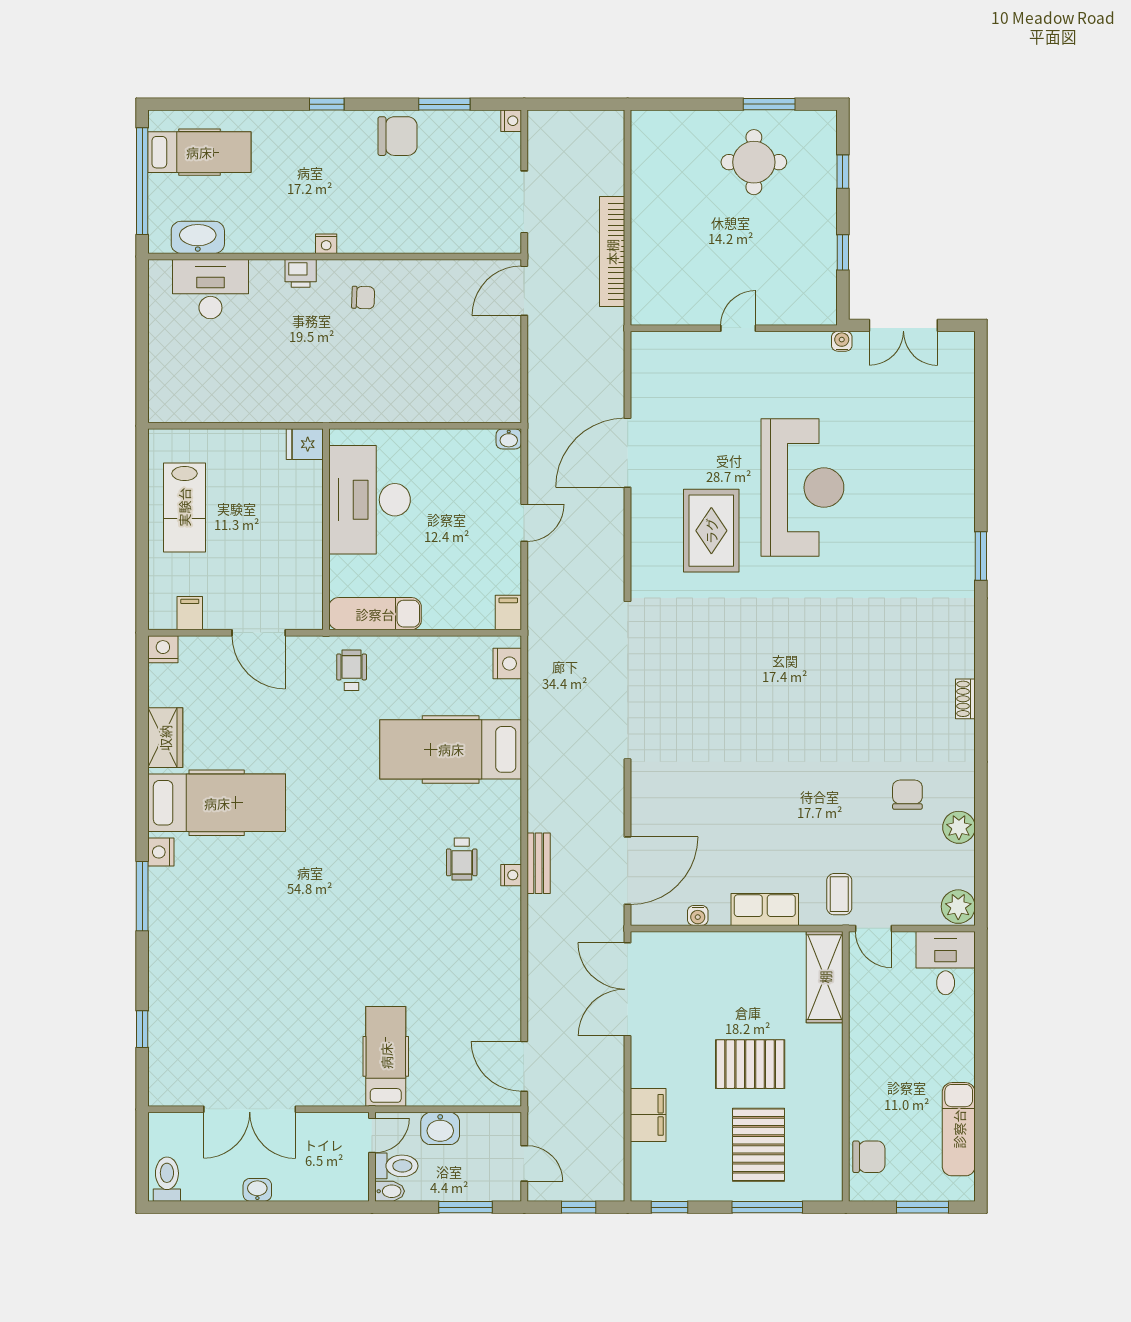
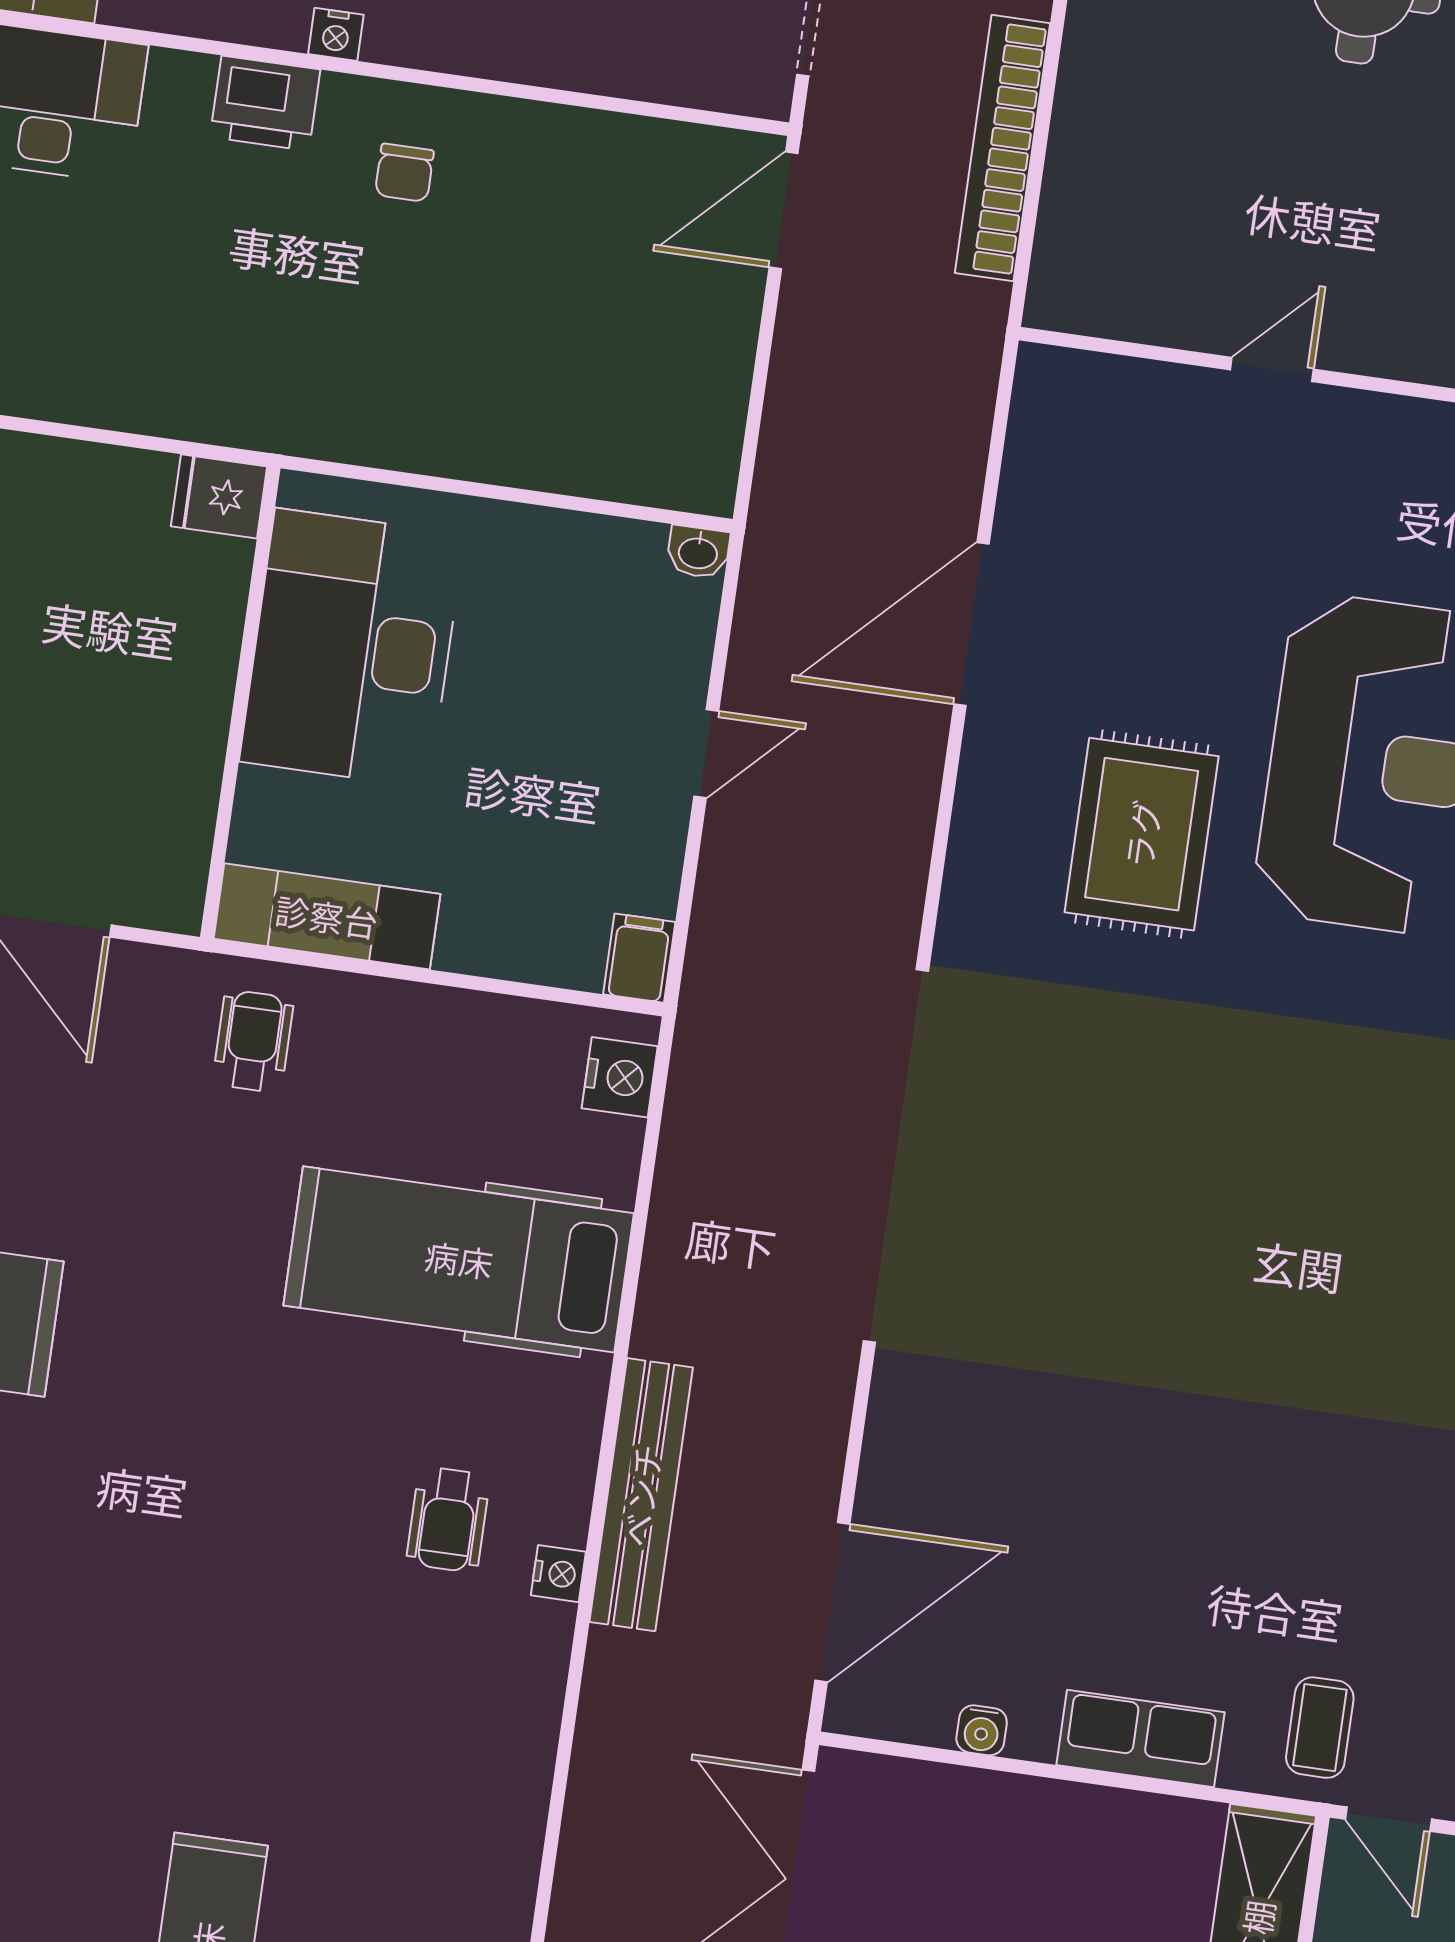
printer: (301, 273) -> (265, 103), width x1.36, depth x1.24
chair: (363, 298) -> (404, 173), turned 88
bench: (539, 863) -> (641, 1495), width x1.86, depth x1.21

